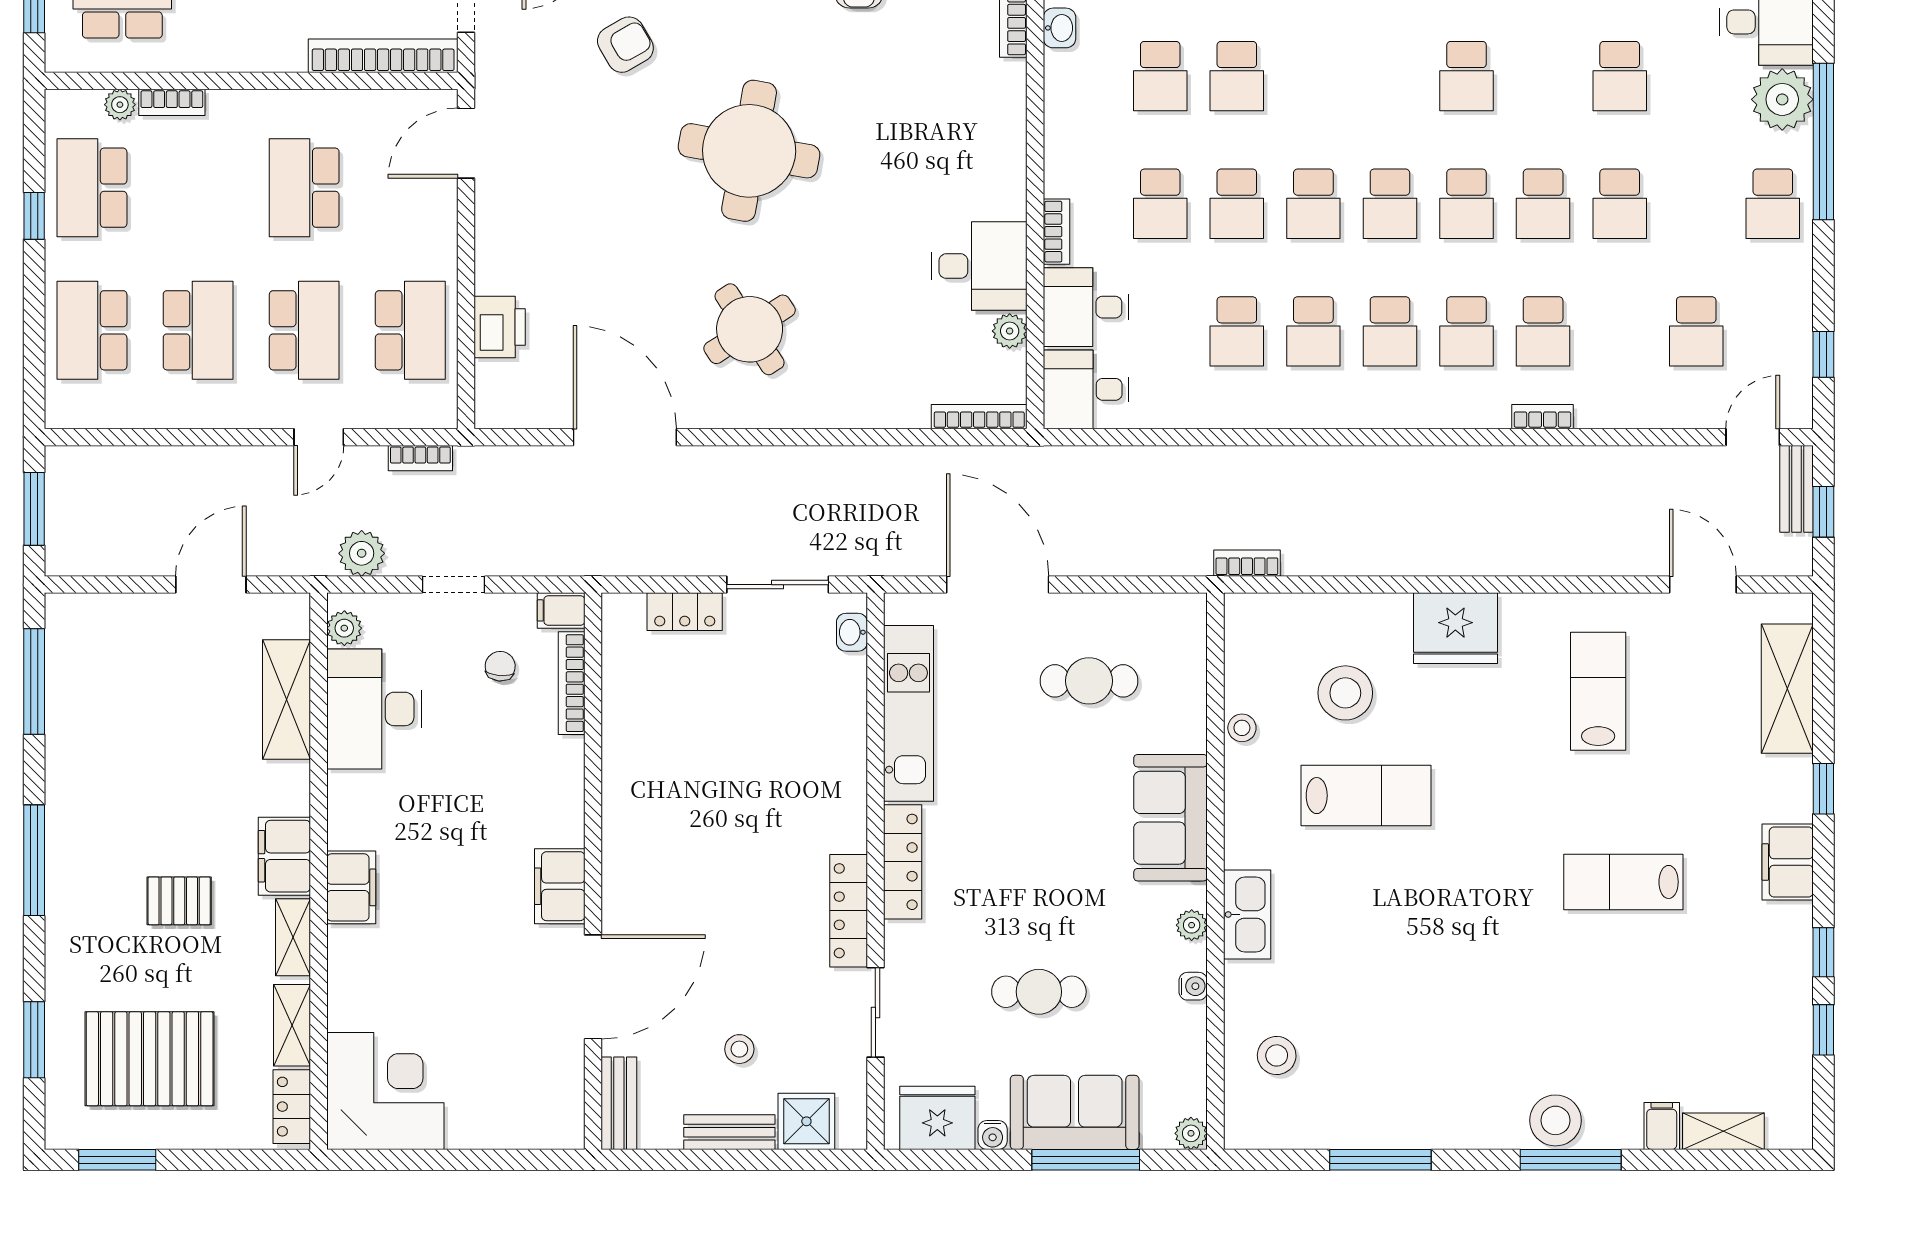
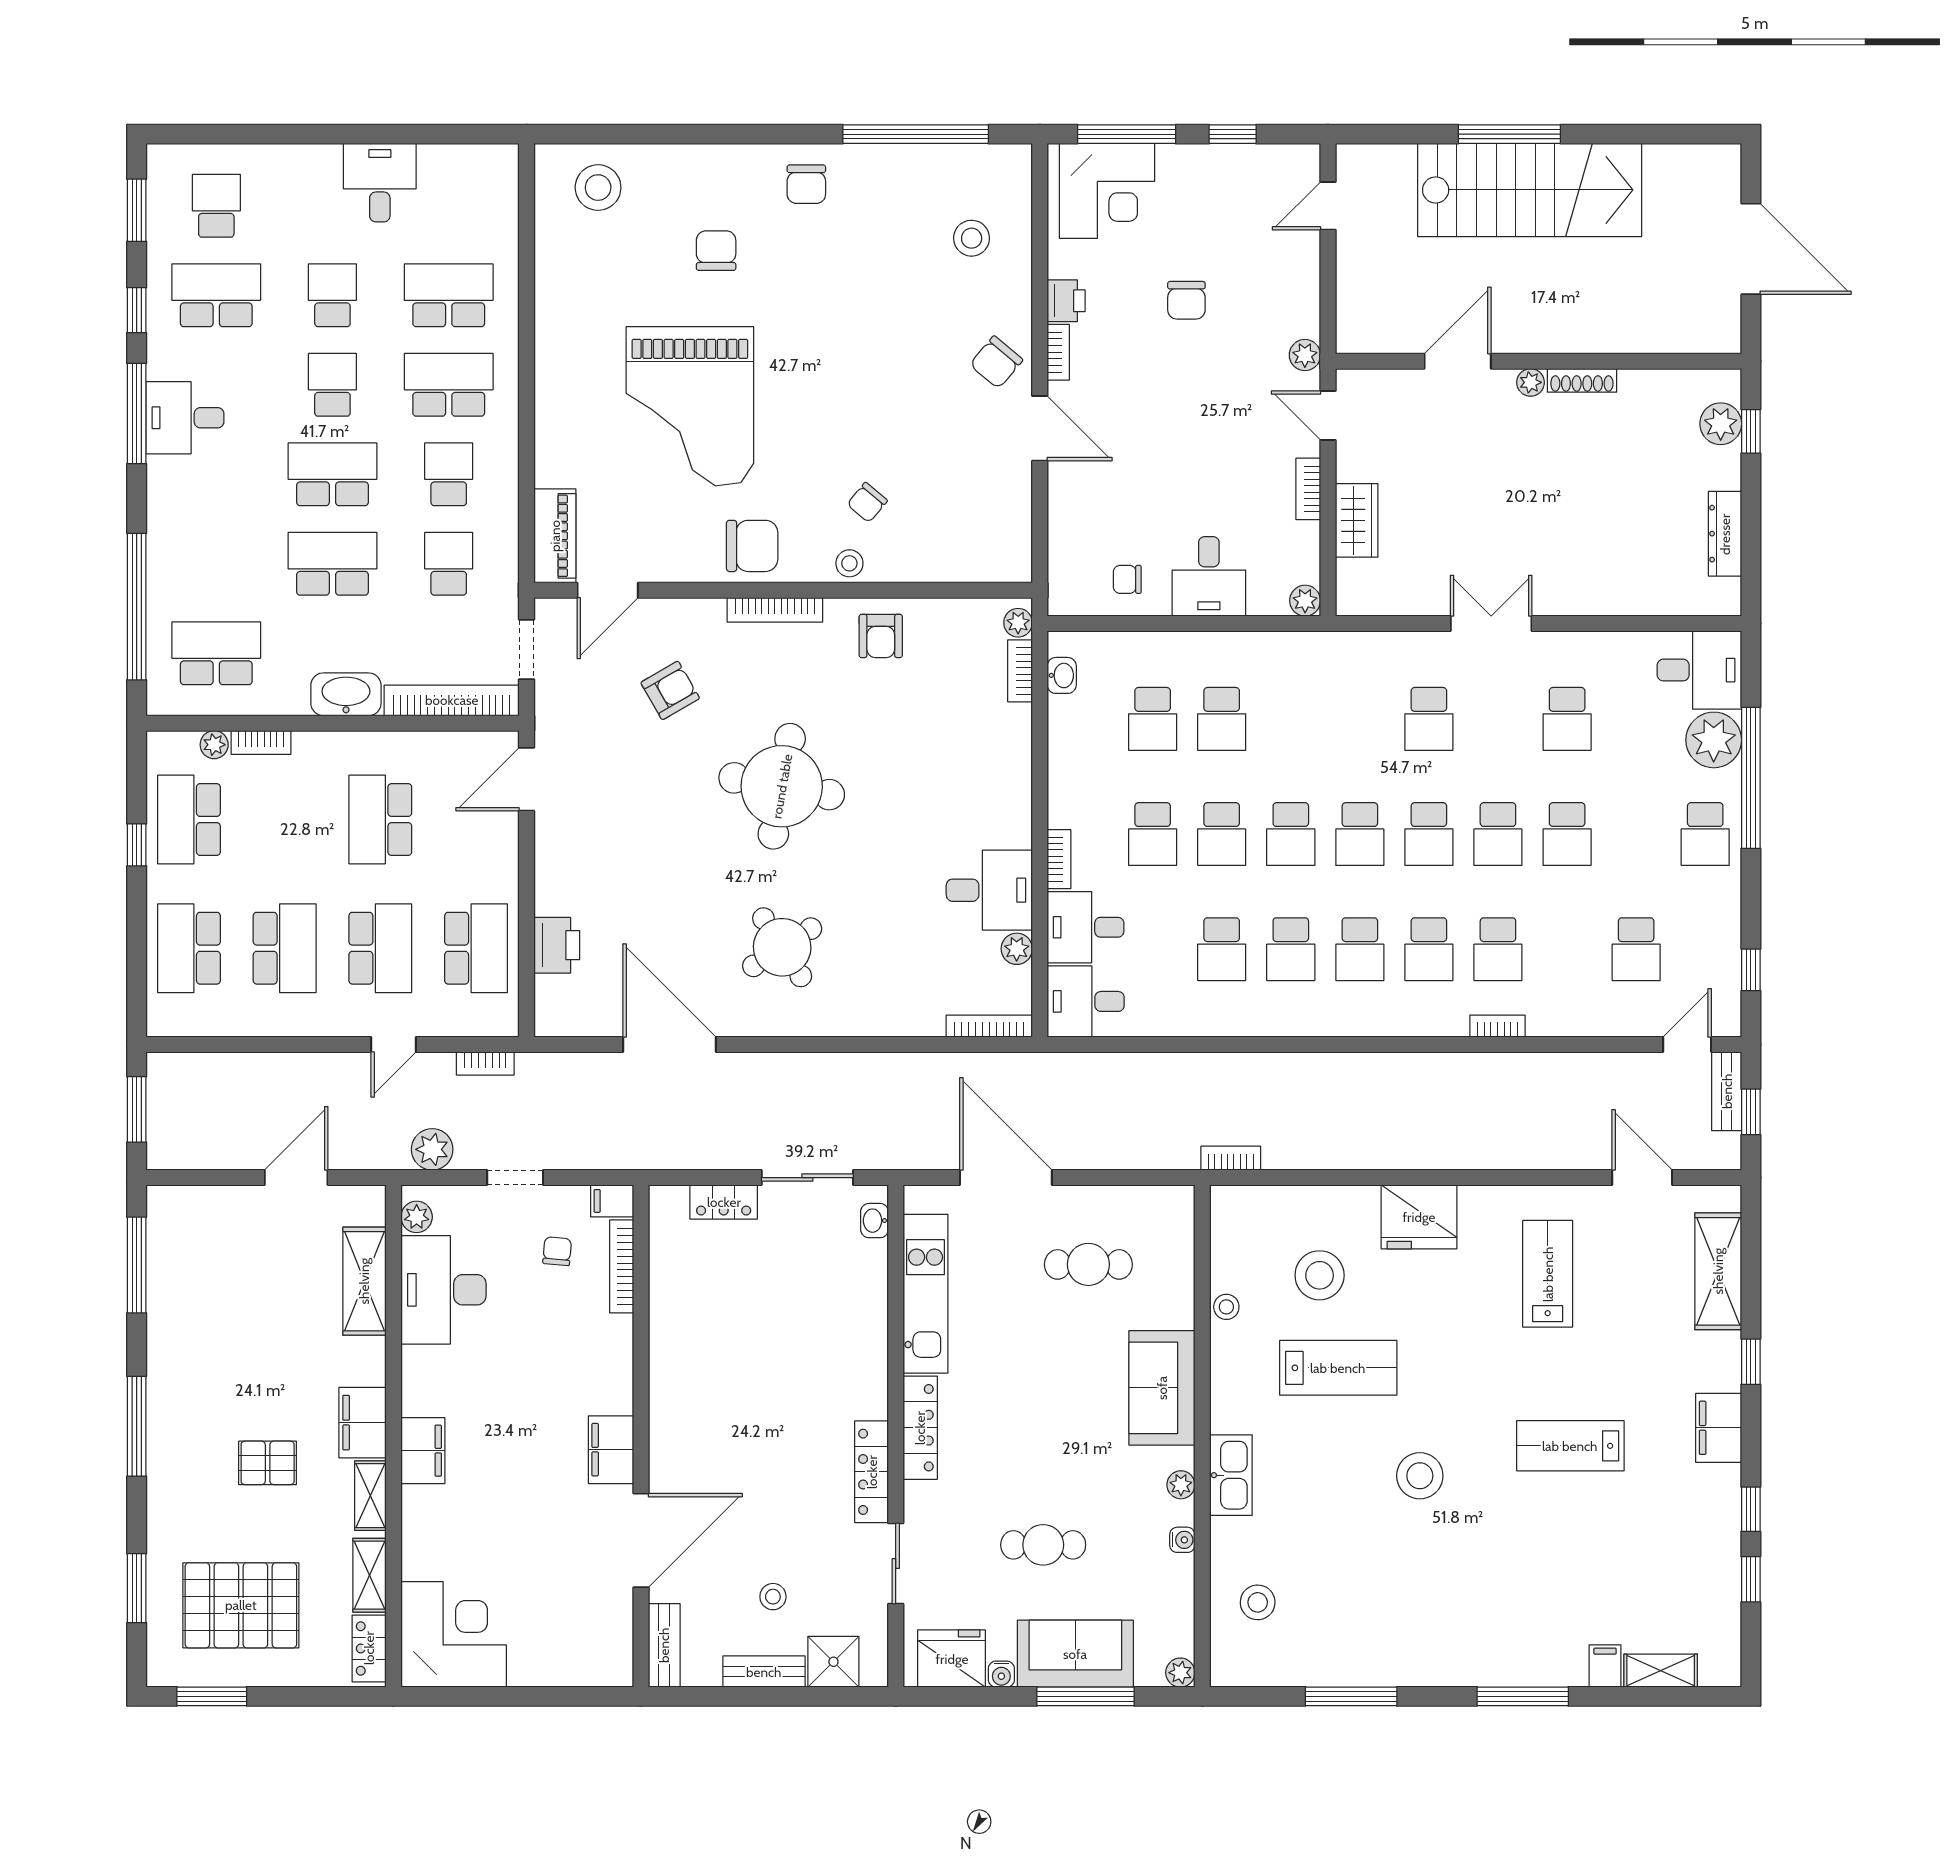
washbasin: (266, 49) -> (346, 694), added
stool: (1555, 1120) -> (1420, 1476), moved

